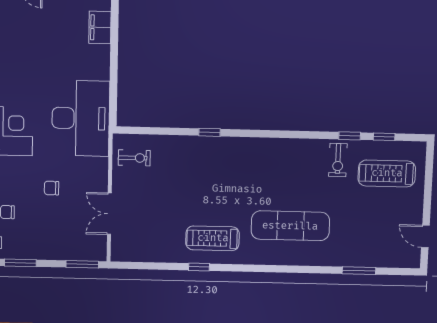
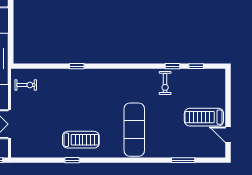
treadmill: (387, 173) -> (204, 117), moved
exercise mat: (290, 226) -> (134, 130), turned 90
treadmill: (213, 238) -> (81, 140), turned 180

